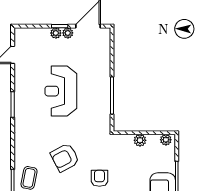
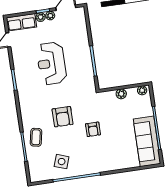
row of seats: (32, 36) -> (21, 22), added
armchair: (65, 158) -> (63, 117), turned -62
armchair: (99, 178) -> (93, 129), turned 180

